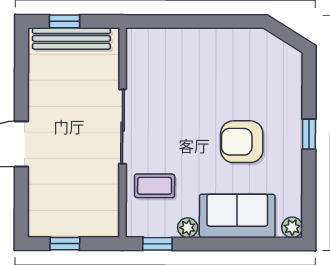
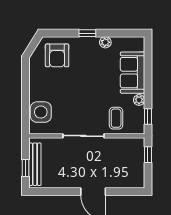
side table: (166, 49) -> (41, 112), added
armchair: (242, 142) -> (57, 55), moved
plant: (292, 227) -> (105, 42), moved
window: (65, 244) -> (148, 155), moved

